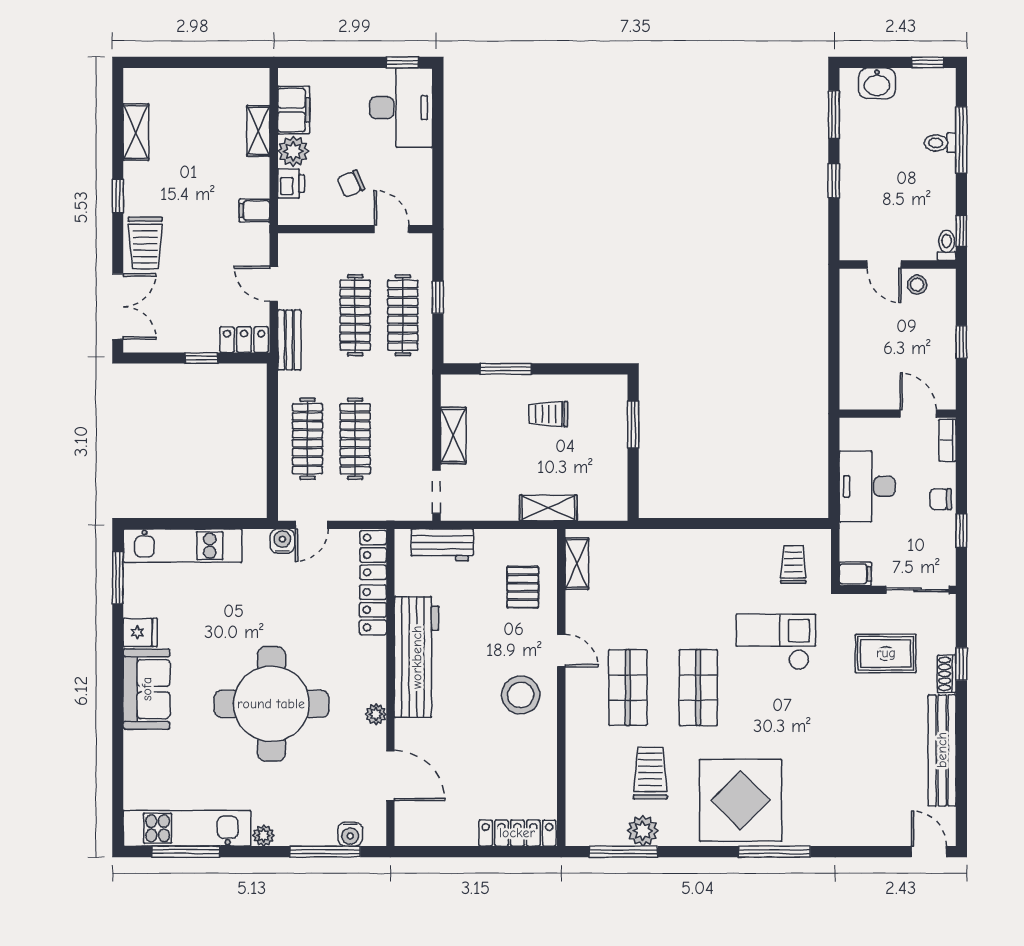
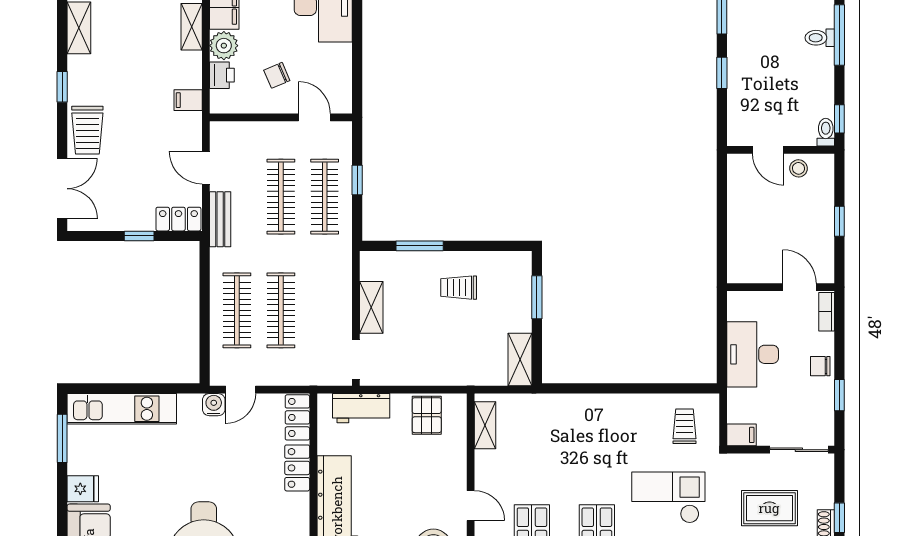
shelving: (548, 508) -> (520, 360), moved, turned 90
pallet: (523, 587) -> (427, 415), moved

